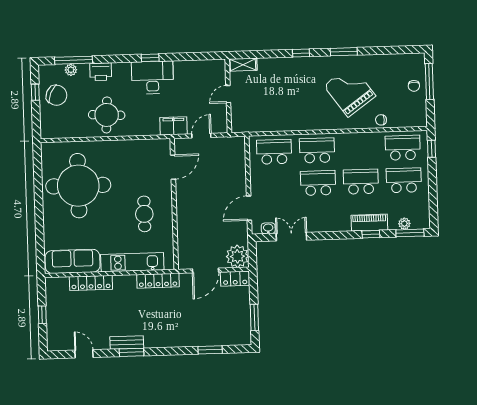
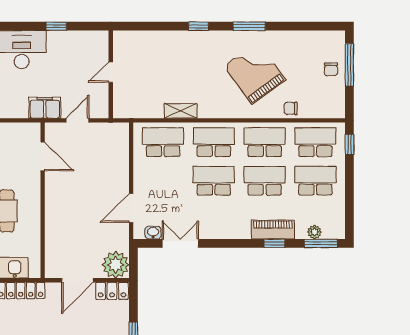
window: (150, 58) -> (56, 26), moved
shelving: (243, 65) -> (181, 111), moved
school desk: (360, 149) -> (265, 142), added
door: (173, 167) -> (43, 156), hinge flipped

